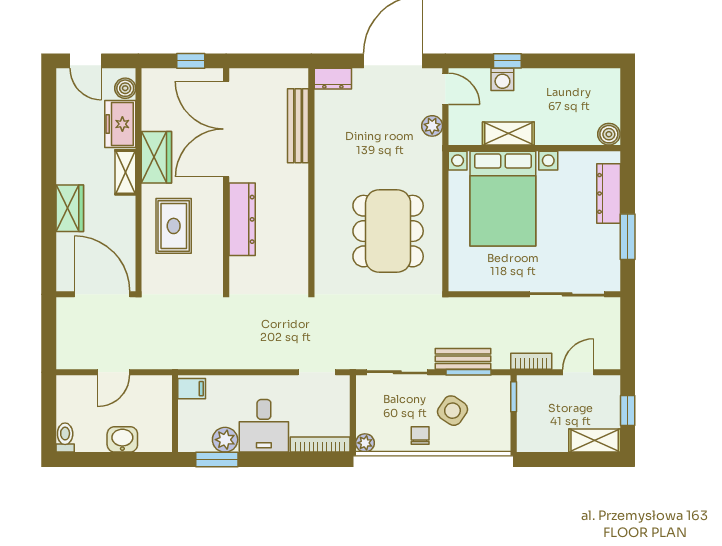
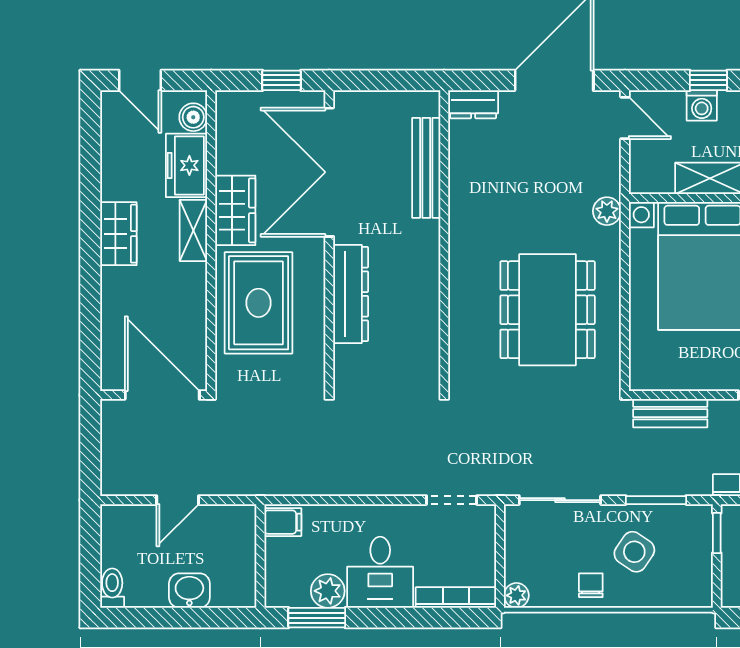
plant: (432, 126) -> (607, 211), moved
wardrobe: (70, 208) -> (118, 234), moved
rug: (174, 226) -> (259, 303), width x1.36, depth x1.43
bench: (463, 359) -> (670, 413), moved

